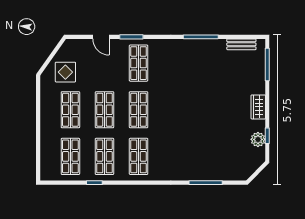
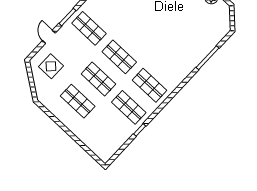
door: (101, 37) -> (49, 37), swing flipped
display table: (65, 72) -> (51, 66), moved
shop shelf: (70, 156) -> (108, 130), removed

